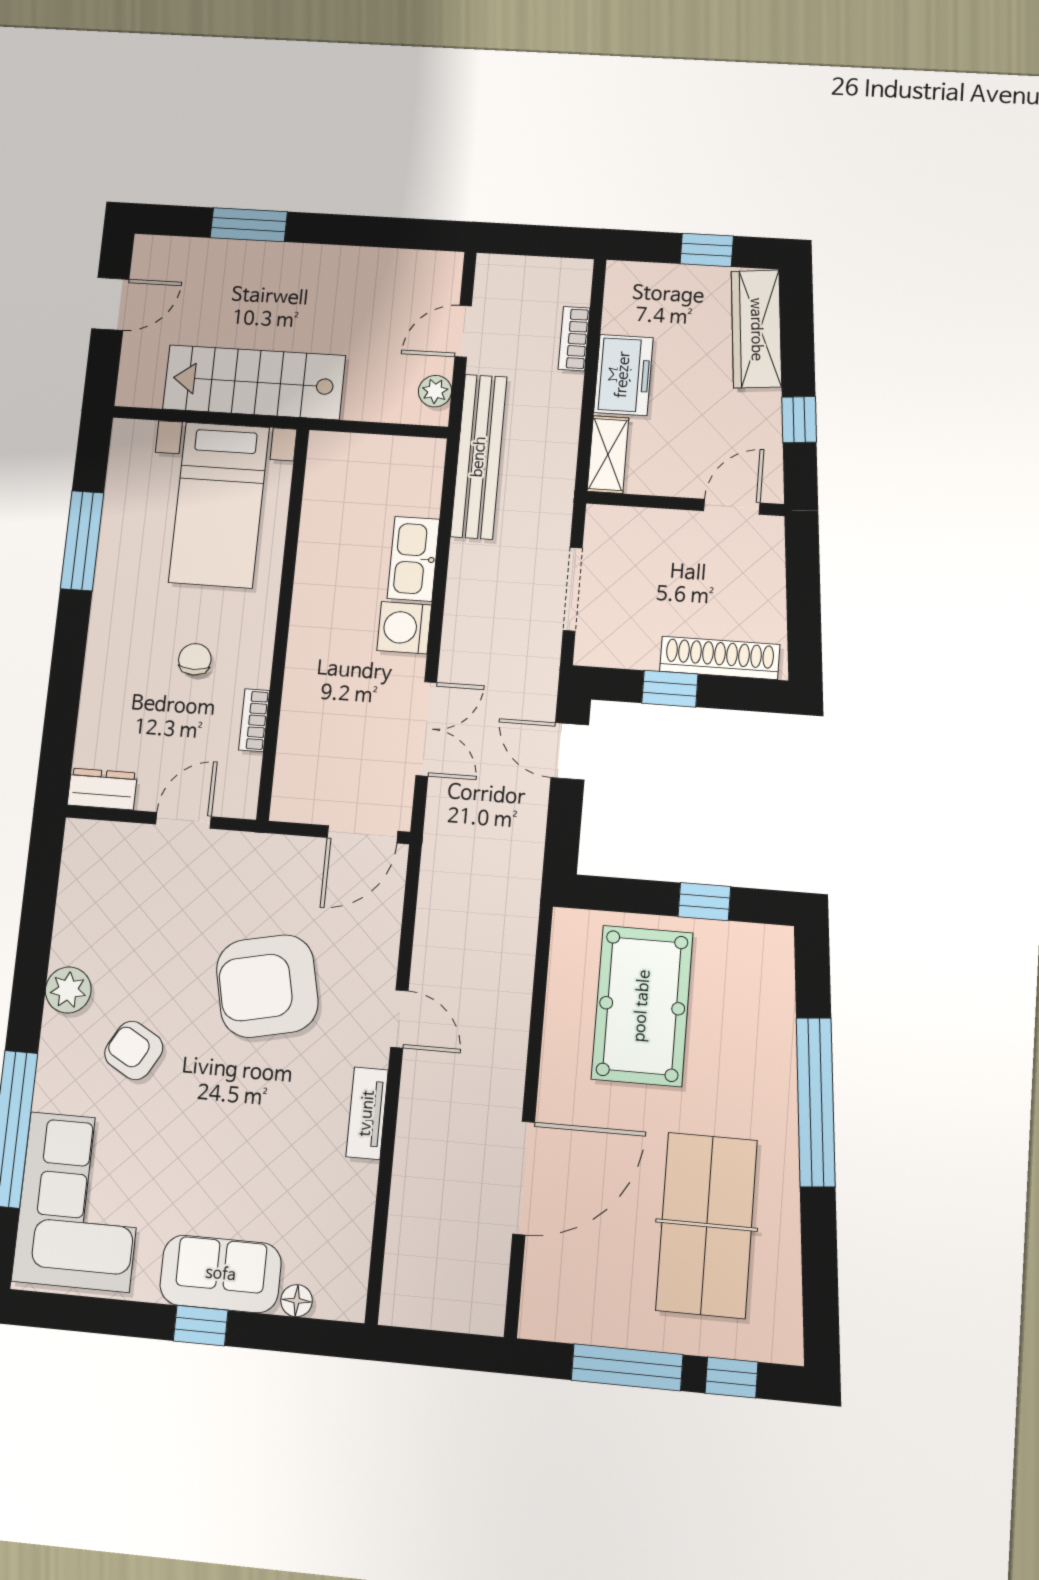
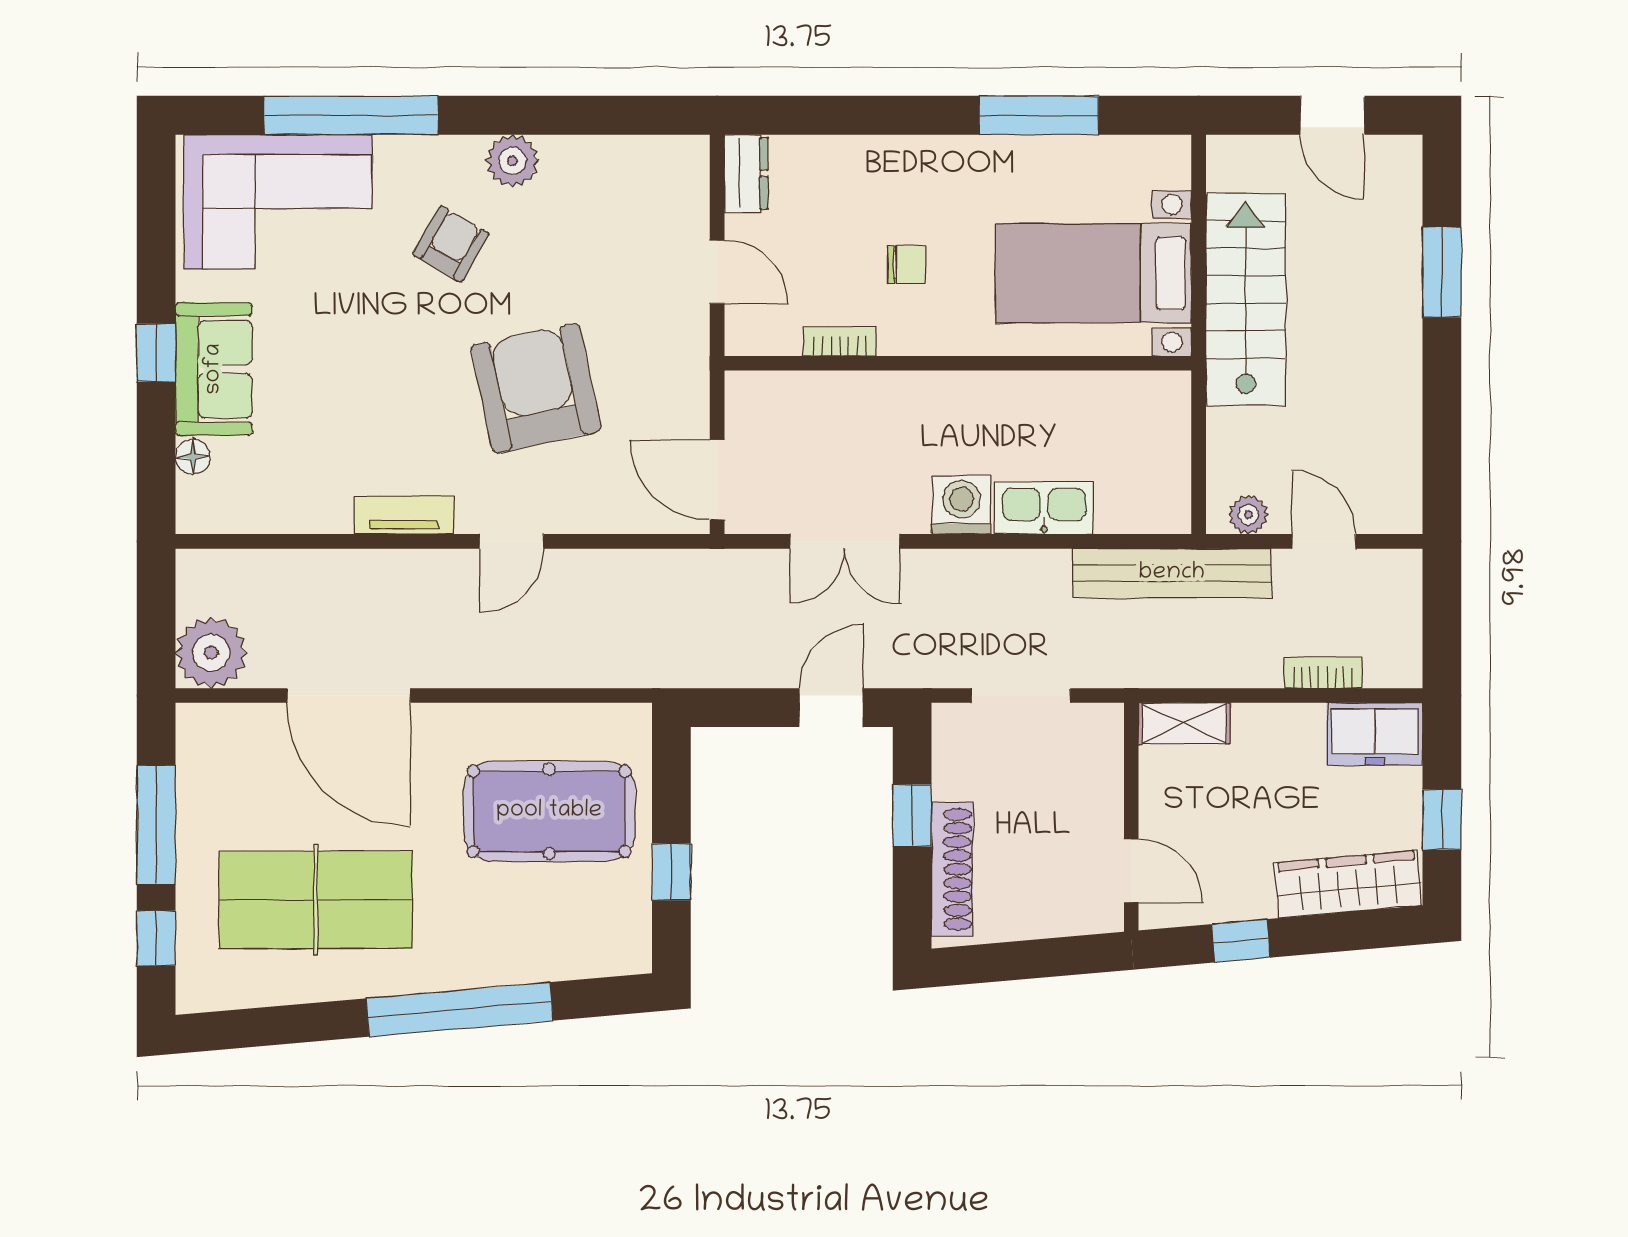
freezer: (623, 375) -> (1375, 734), moved
plant: (474, 1301) -> (211, 653), added

